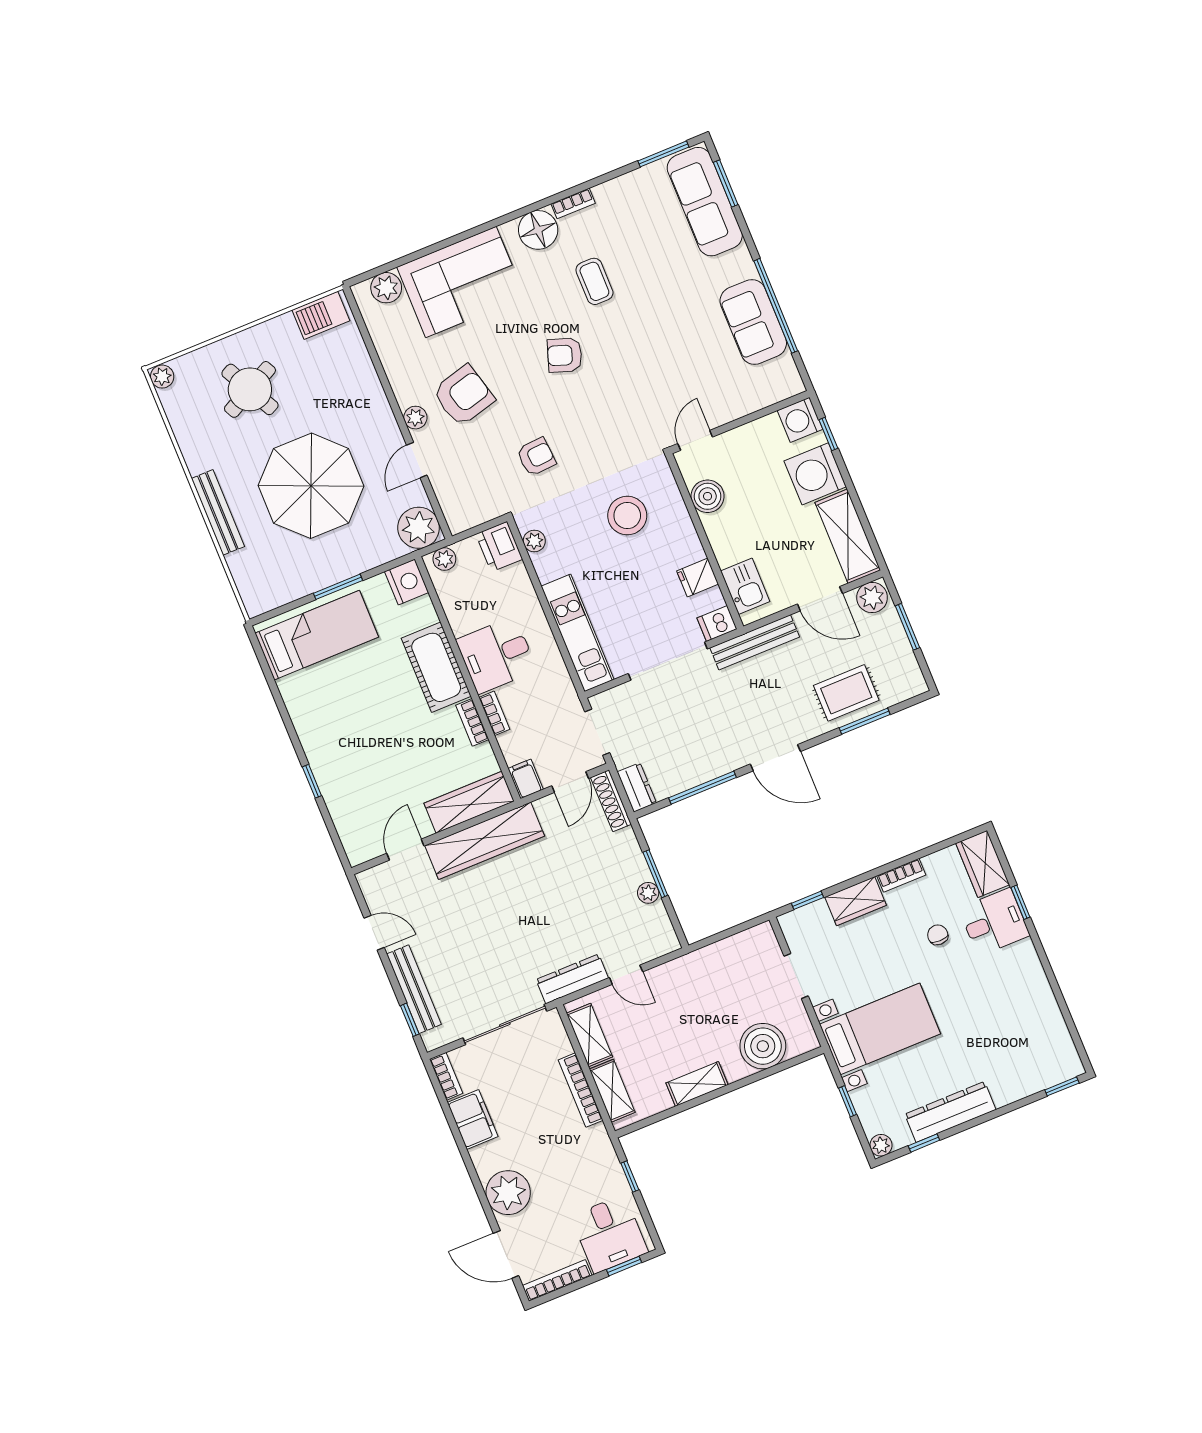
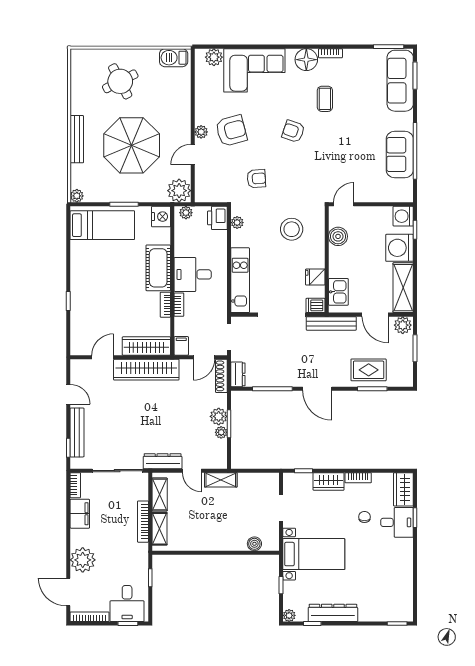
plant: (162, 377) -> (77, 196), moved
plant: (633, 869) -> (219, 416), added
boiler: (763, 1046) -> (254, 544), width x0.54, depth x0.54
shelving: (697, 1084) -> (221, 480), moved

